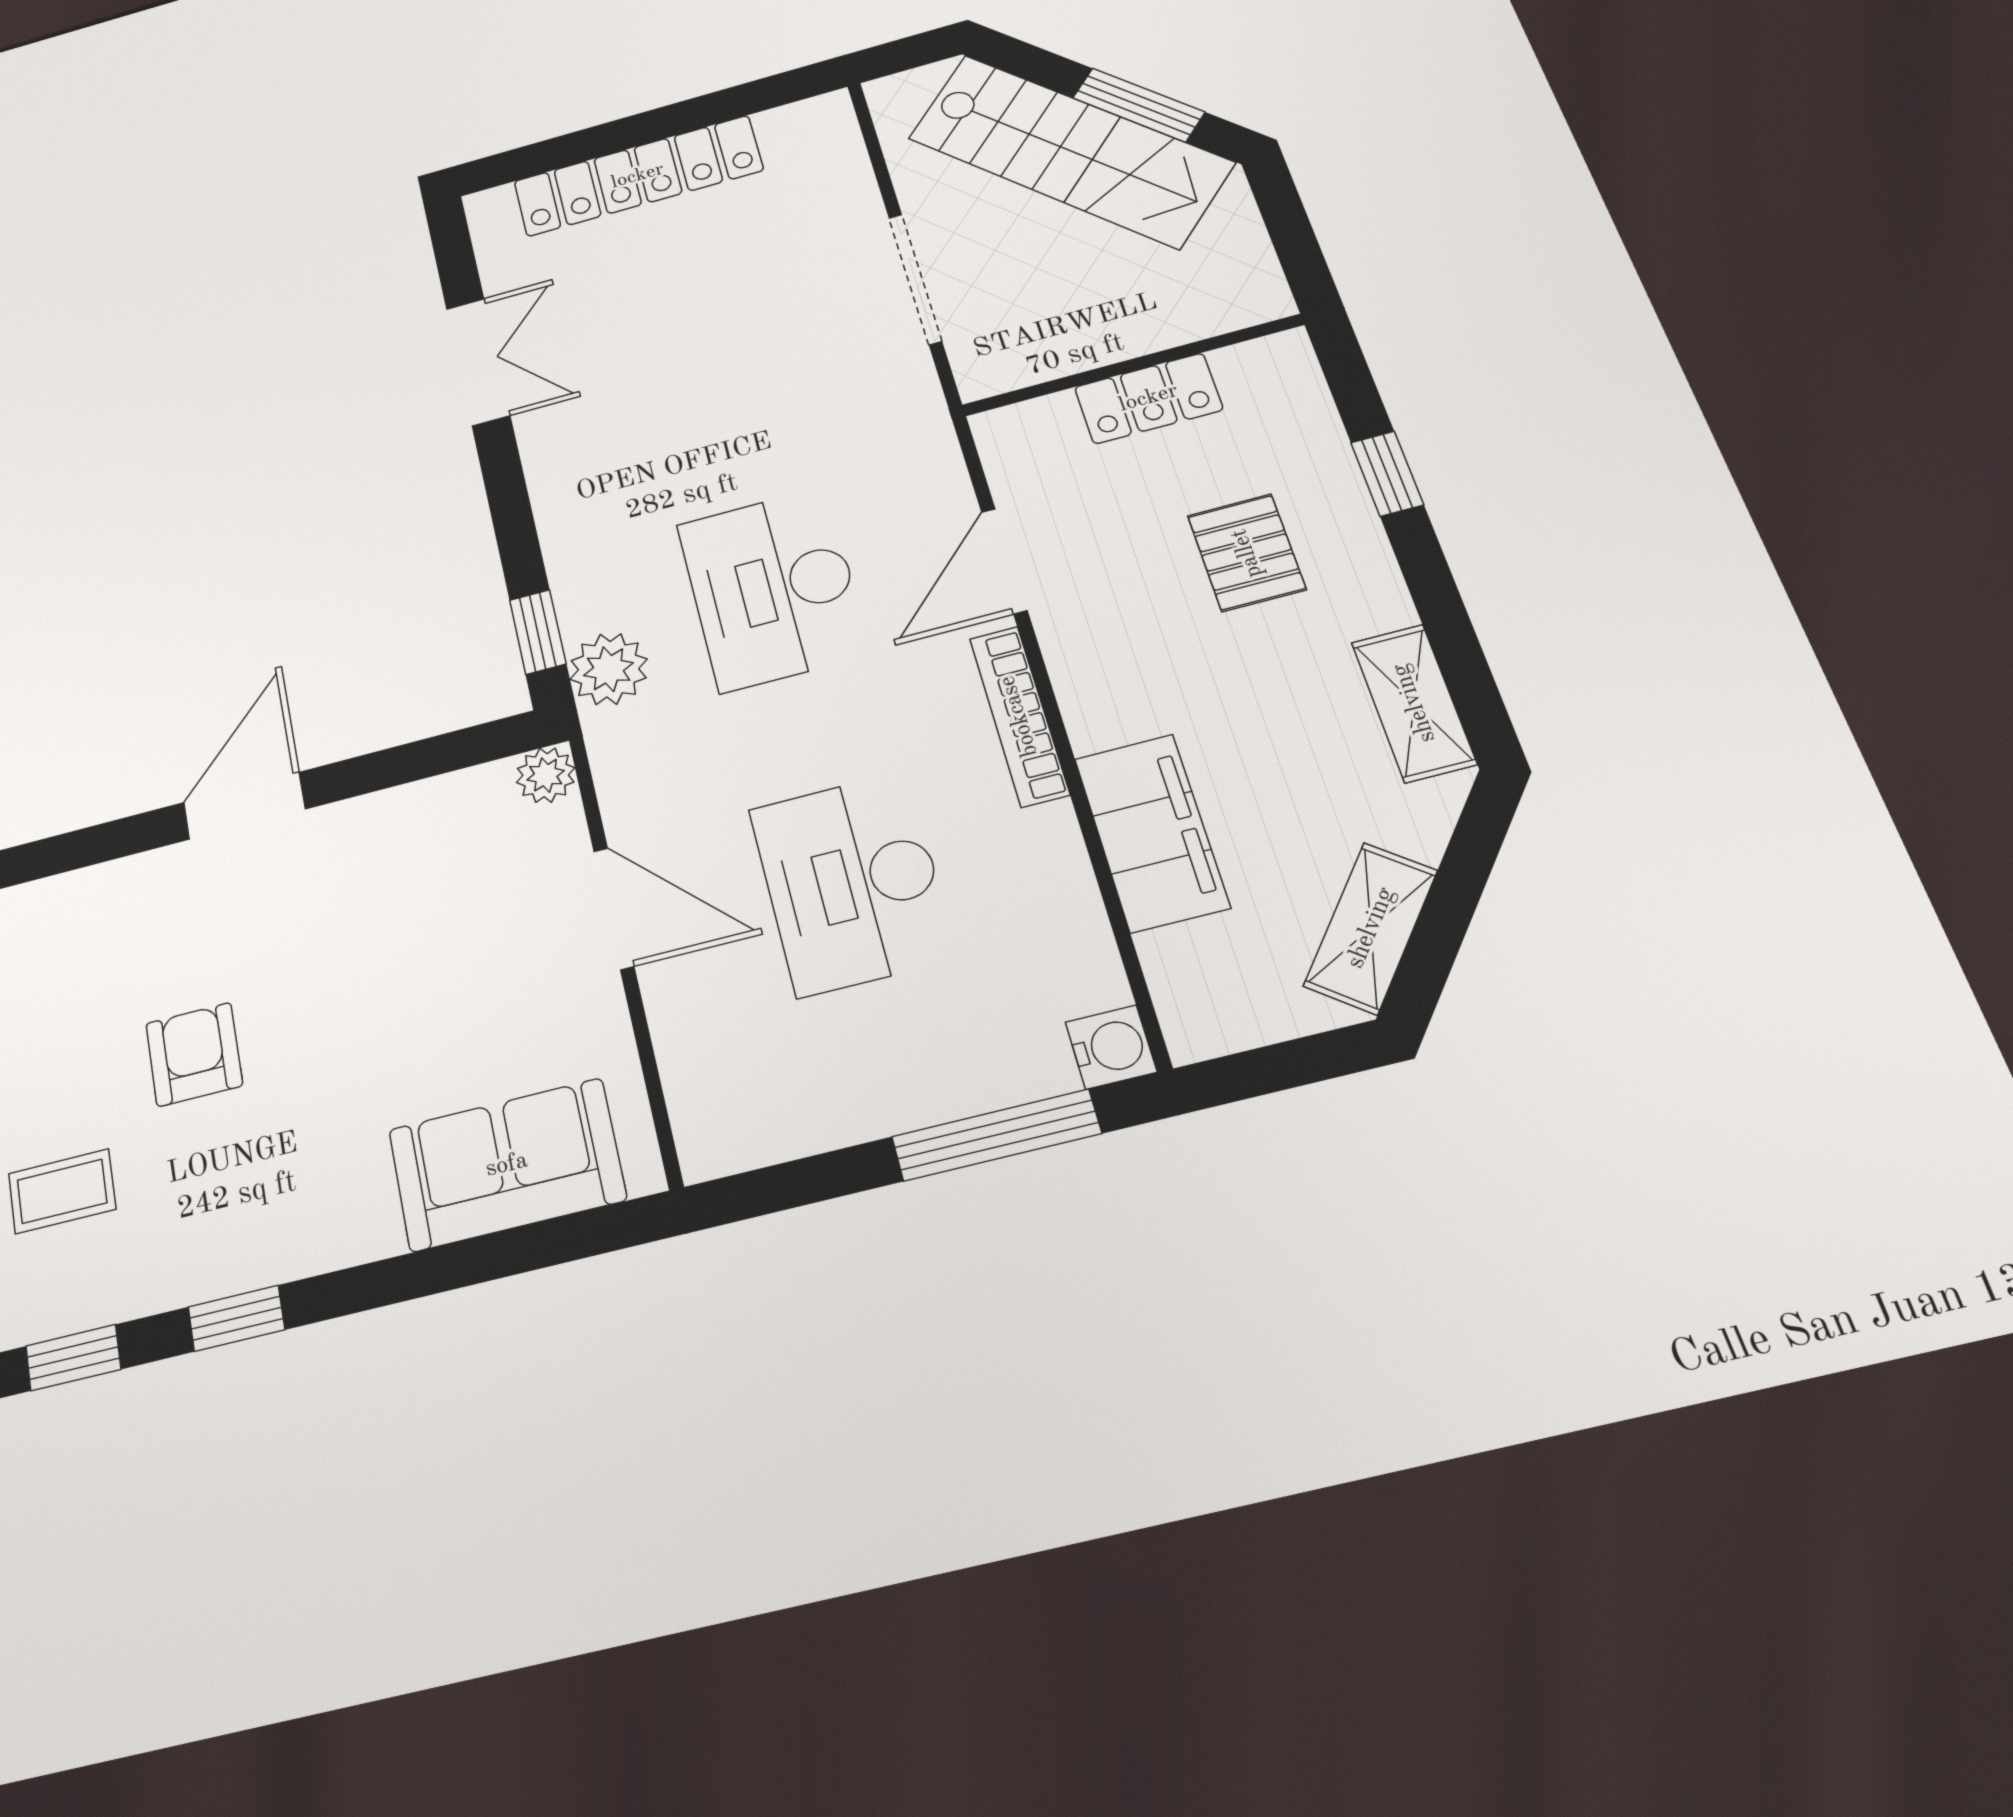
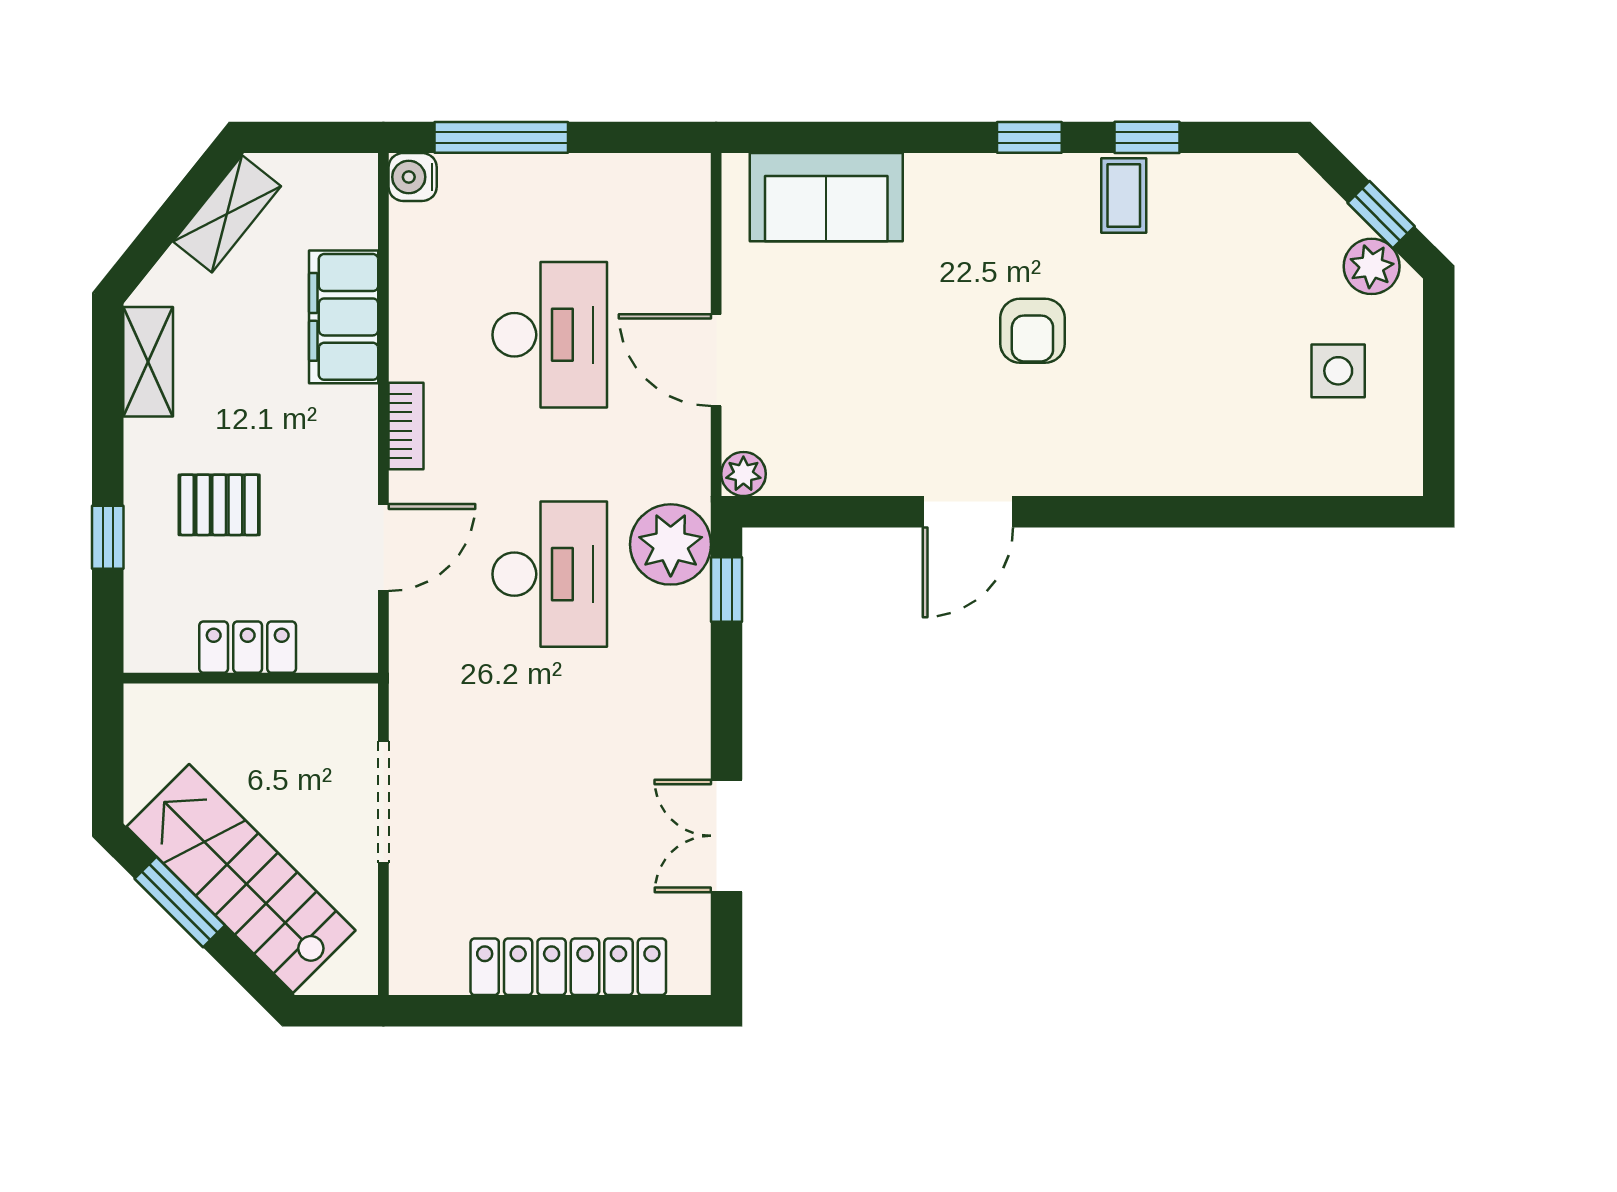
pallet: (1247, 553) -> (219, 505), turned 90
plant: (609, 669) -> (671, 544), width x1.36, depth x1.36
bookcase: (1019, 716) -> (406, 426), width x0.64
coffee table: (62, 1191) -> (1124, 196), moved, turned 90

